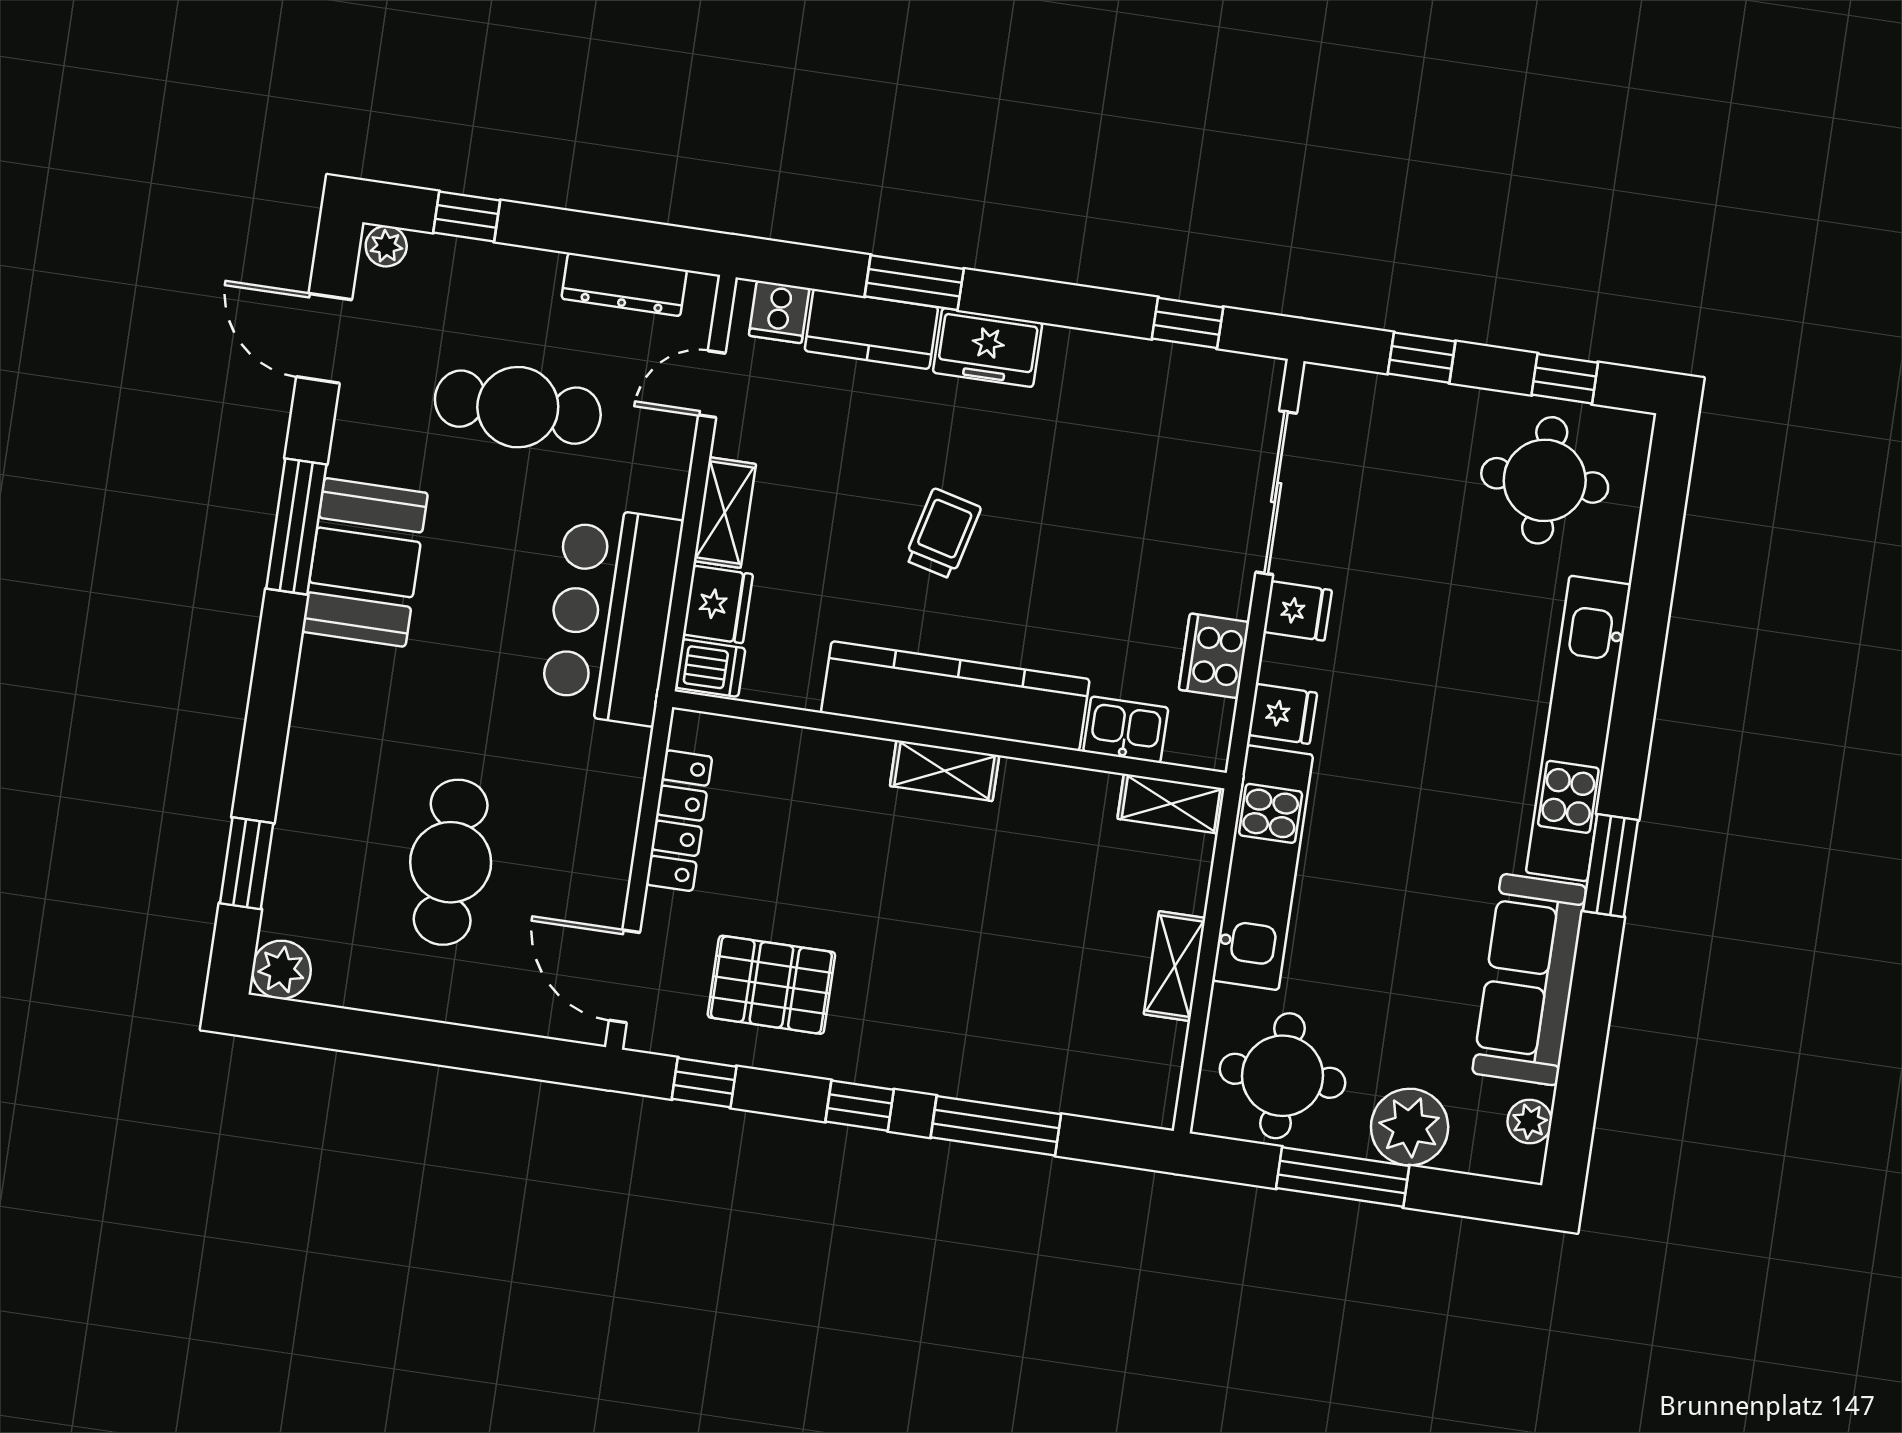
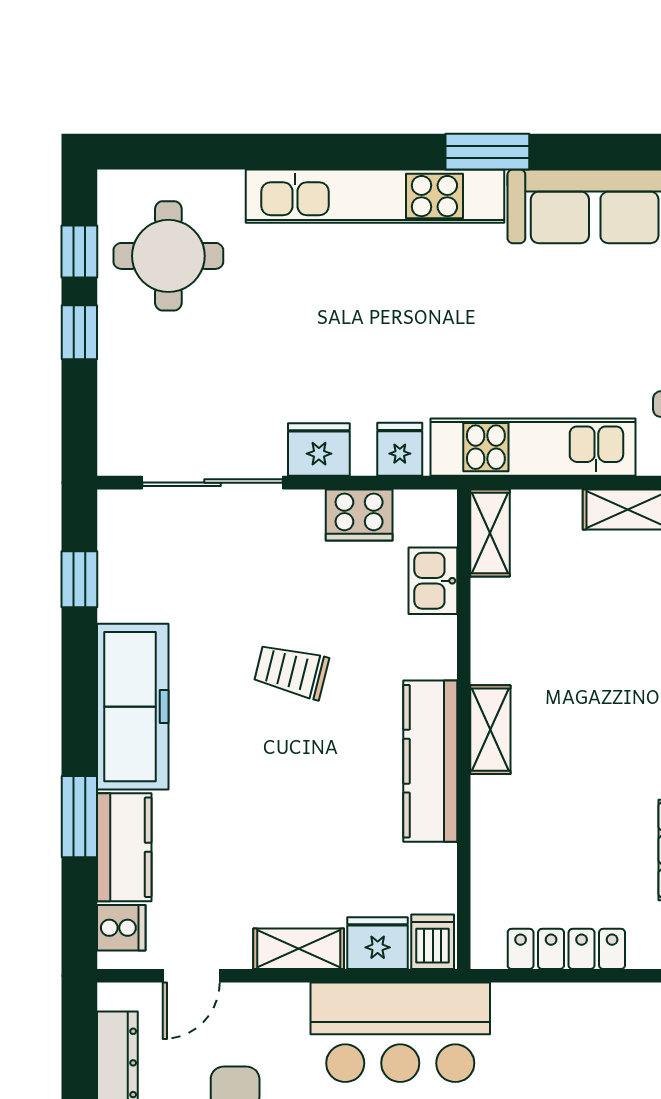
freezer: (988, 348) -> (133, 707), width x1.91, depth x1.26
window: (1422, 358) -> (79, 332), moved
door: (712, 384) -> (191, 976), hinge flipped
trolley: (943, 534) -> (291, 671), moved
fridge: (1298, 611) -> (319, 449), width x1.38
kitchen counter: (955, 696) -> (430, 761), width x0.72, depth x0.86

